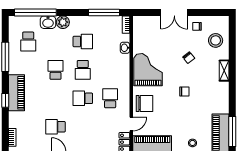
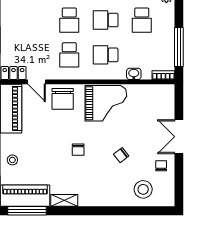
school desk: (110, 70) -> (106, 55), added
shelving: (224, 71) -> (64, 200), moved
school desk: (83, 98) -> (69, 20), turned 180
school desk: (110, 98) -> (69, 55), turned 90

